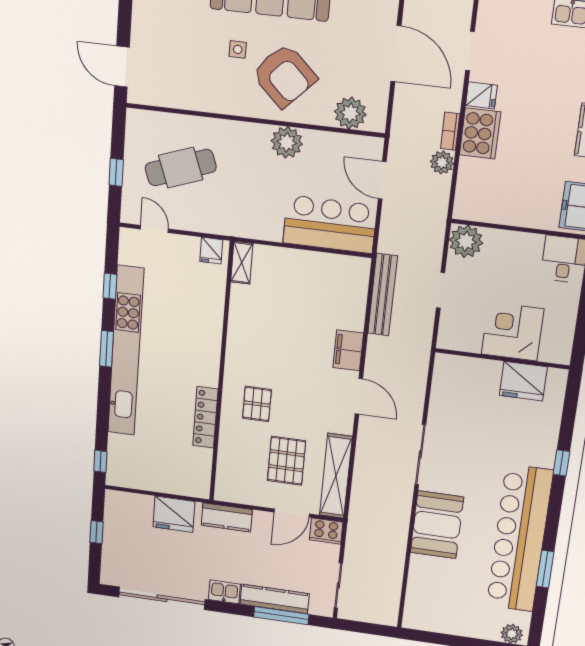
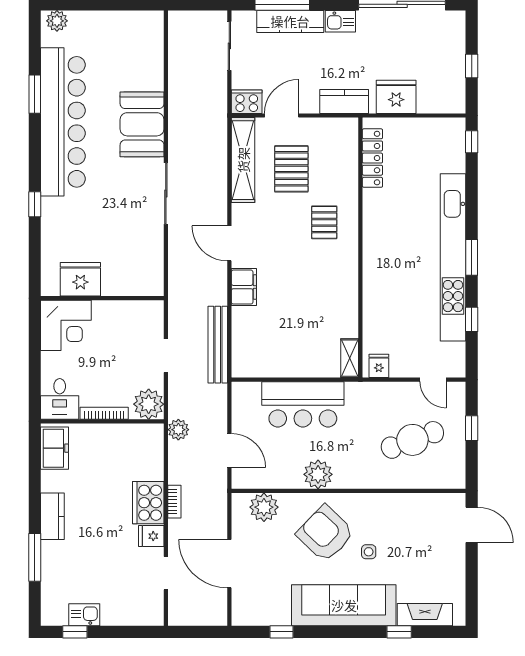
plant: (442, 162) -> (178, 430), moved
bar counter: (330, 224) -> (303, 404), moved
bookcase: (517, 238) -> (104, 413), added
corner desk: (513, 332) -> (66, 325), moved
locker: (205, 417) -> (372, 158), moved

